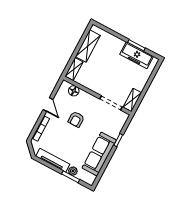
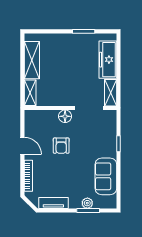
freezer: (137, 55) -> (108, 60), moved, turned 90
floor lamp: (74, 91) -> (65, 116), moved
sofa: (99, 154) -> (106, 176), width x0.73
tv unit: (53, 160) -> (53, 203), width x0.71

